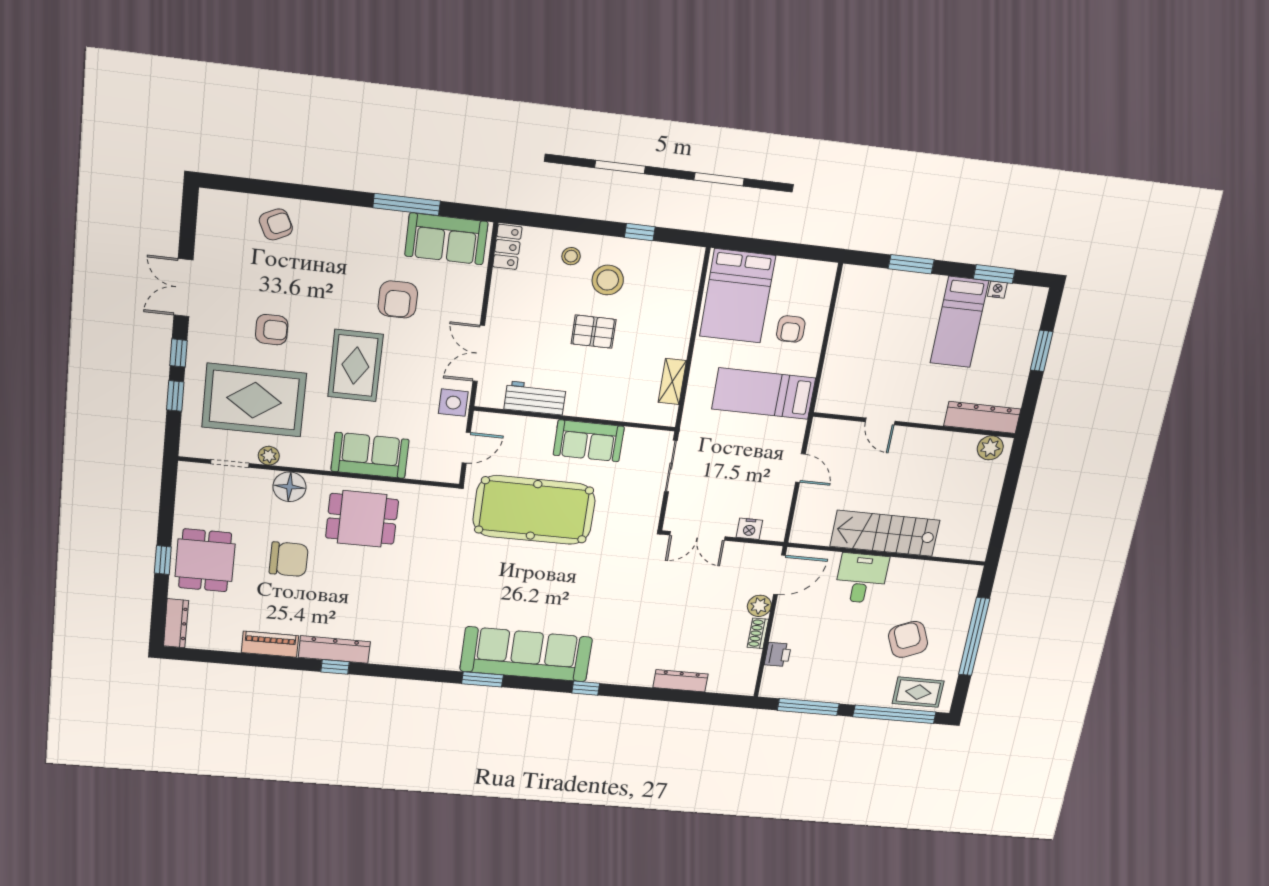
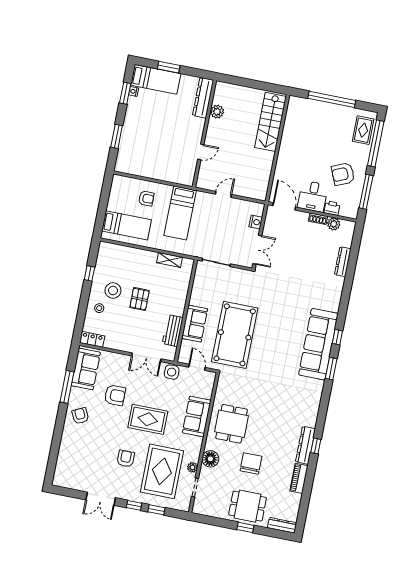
armchair: (276, 224) -> (80, 416), moved
bed: (737, 296) -> (126, 225), width x0.67
bed: (959, 322) -> (156, 79), moved
sofa: (589, 441) -> (195, 324), moved
plant: (990, 448) -> (217, 112), moved
stairs: (885, 533) -> (270, 122), moved
desk: (861, 578) -> (313, 196), moved, turned -90
plant: (759, 606) -> (334, 224), moved
armchair: (908, 639) -> (343, 174), moved
window: (586, 688) -> (337, 337), moved

